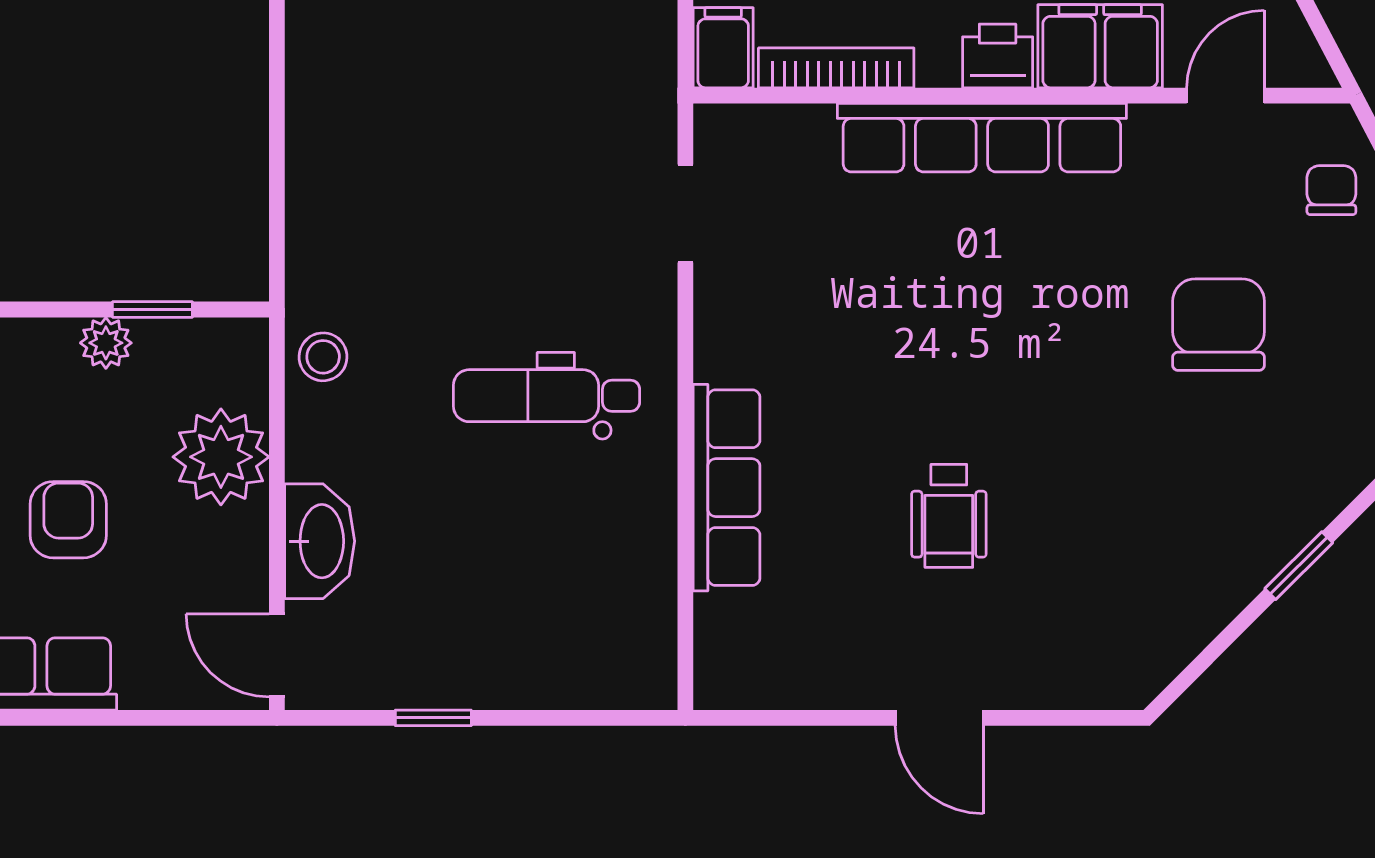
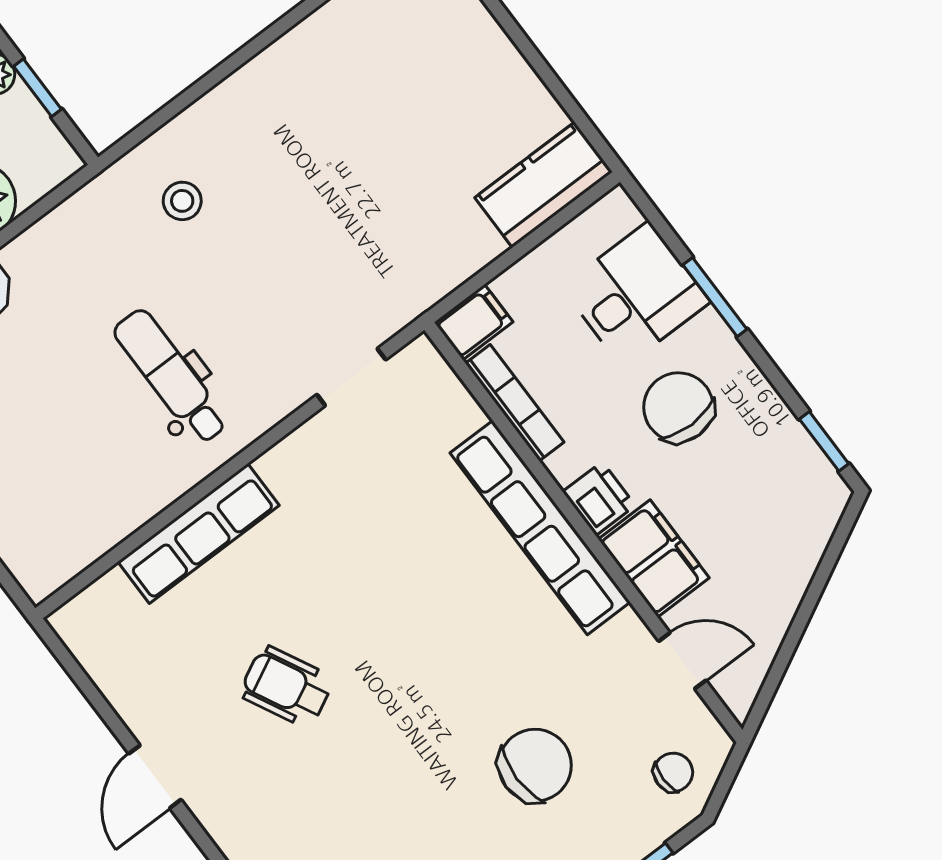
stool: (323, 357) -> (182, 201), moved
wheelchair: (949, 516) -> (287, 687), turned 63

